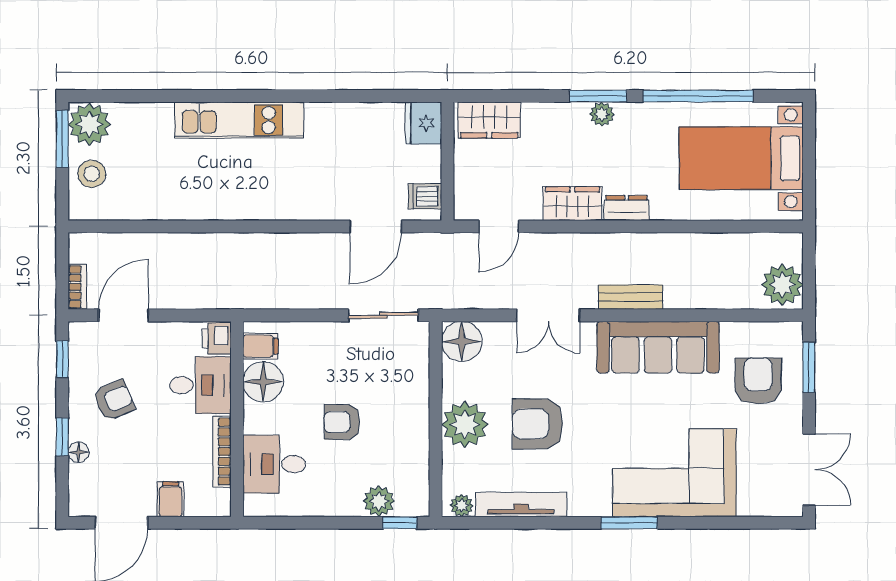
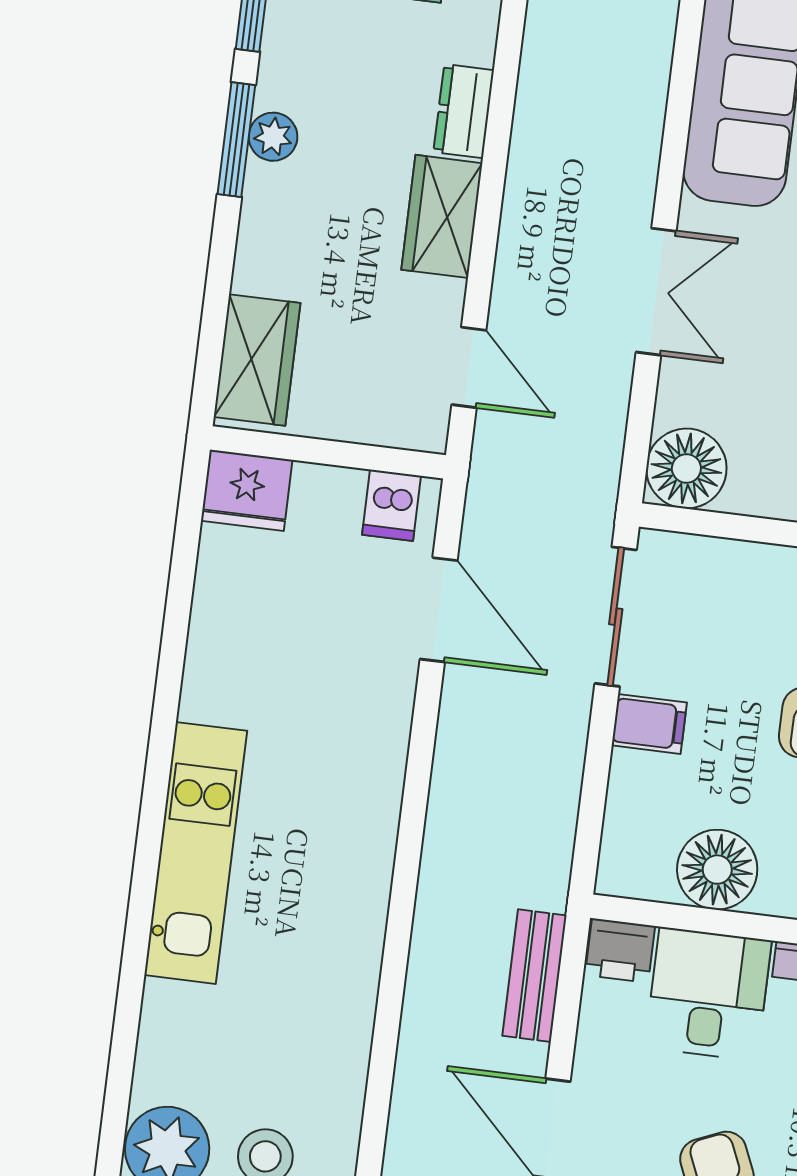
bench: (630, 297) -> (535, 976), moved
filing cabinet: (261, 346) -> (649, 724), moved, turned 90

